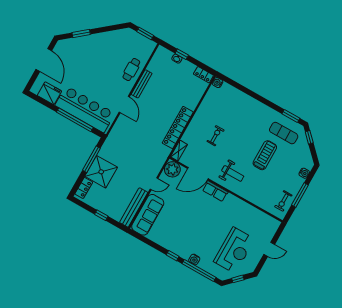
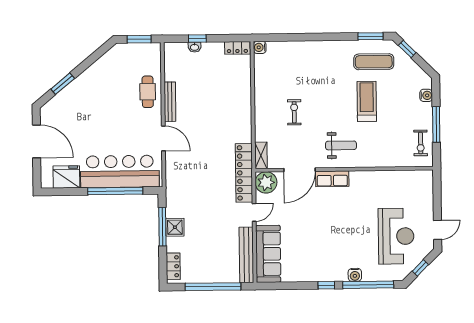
locker: (178, 127) -> (244, 173), moved
shower: (101, 172) -> (175, 227), width x0.54, depth x0.54
window: (101, 215) -> (213, 287), width x3.17
door: (269, 249) -> (438, 230), moved

